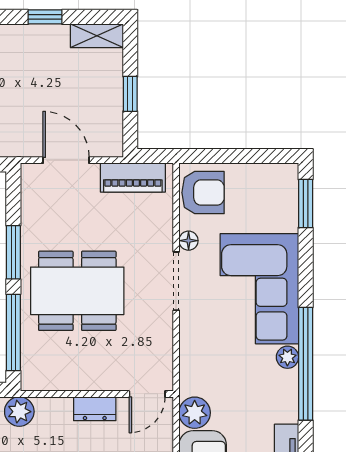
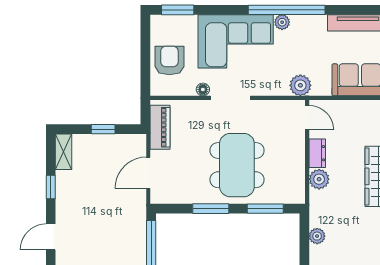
armchair: (203, 193) -> (169, 61), moved
window: (13, 332) -> (265, 209), width x0.69
plant: (19, 412) -> (319, 179), moved
plant: (195, 413) -> (300, 85), moved

